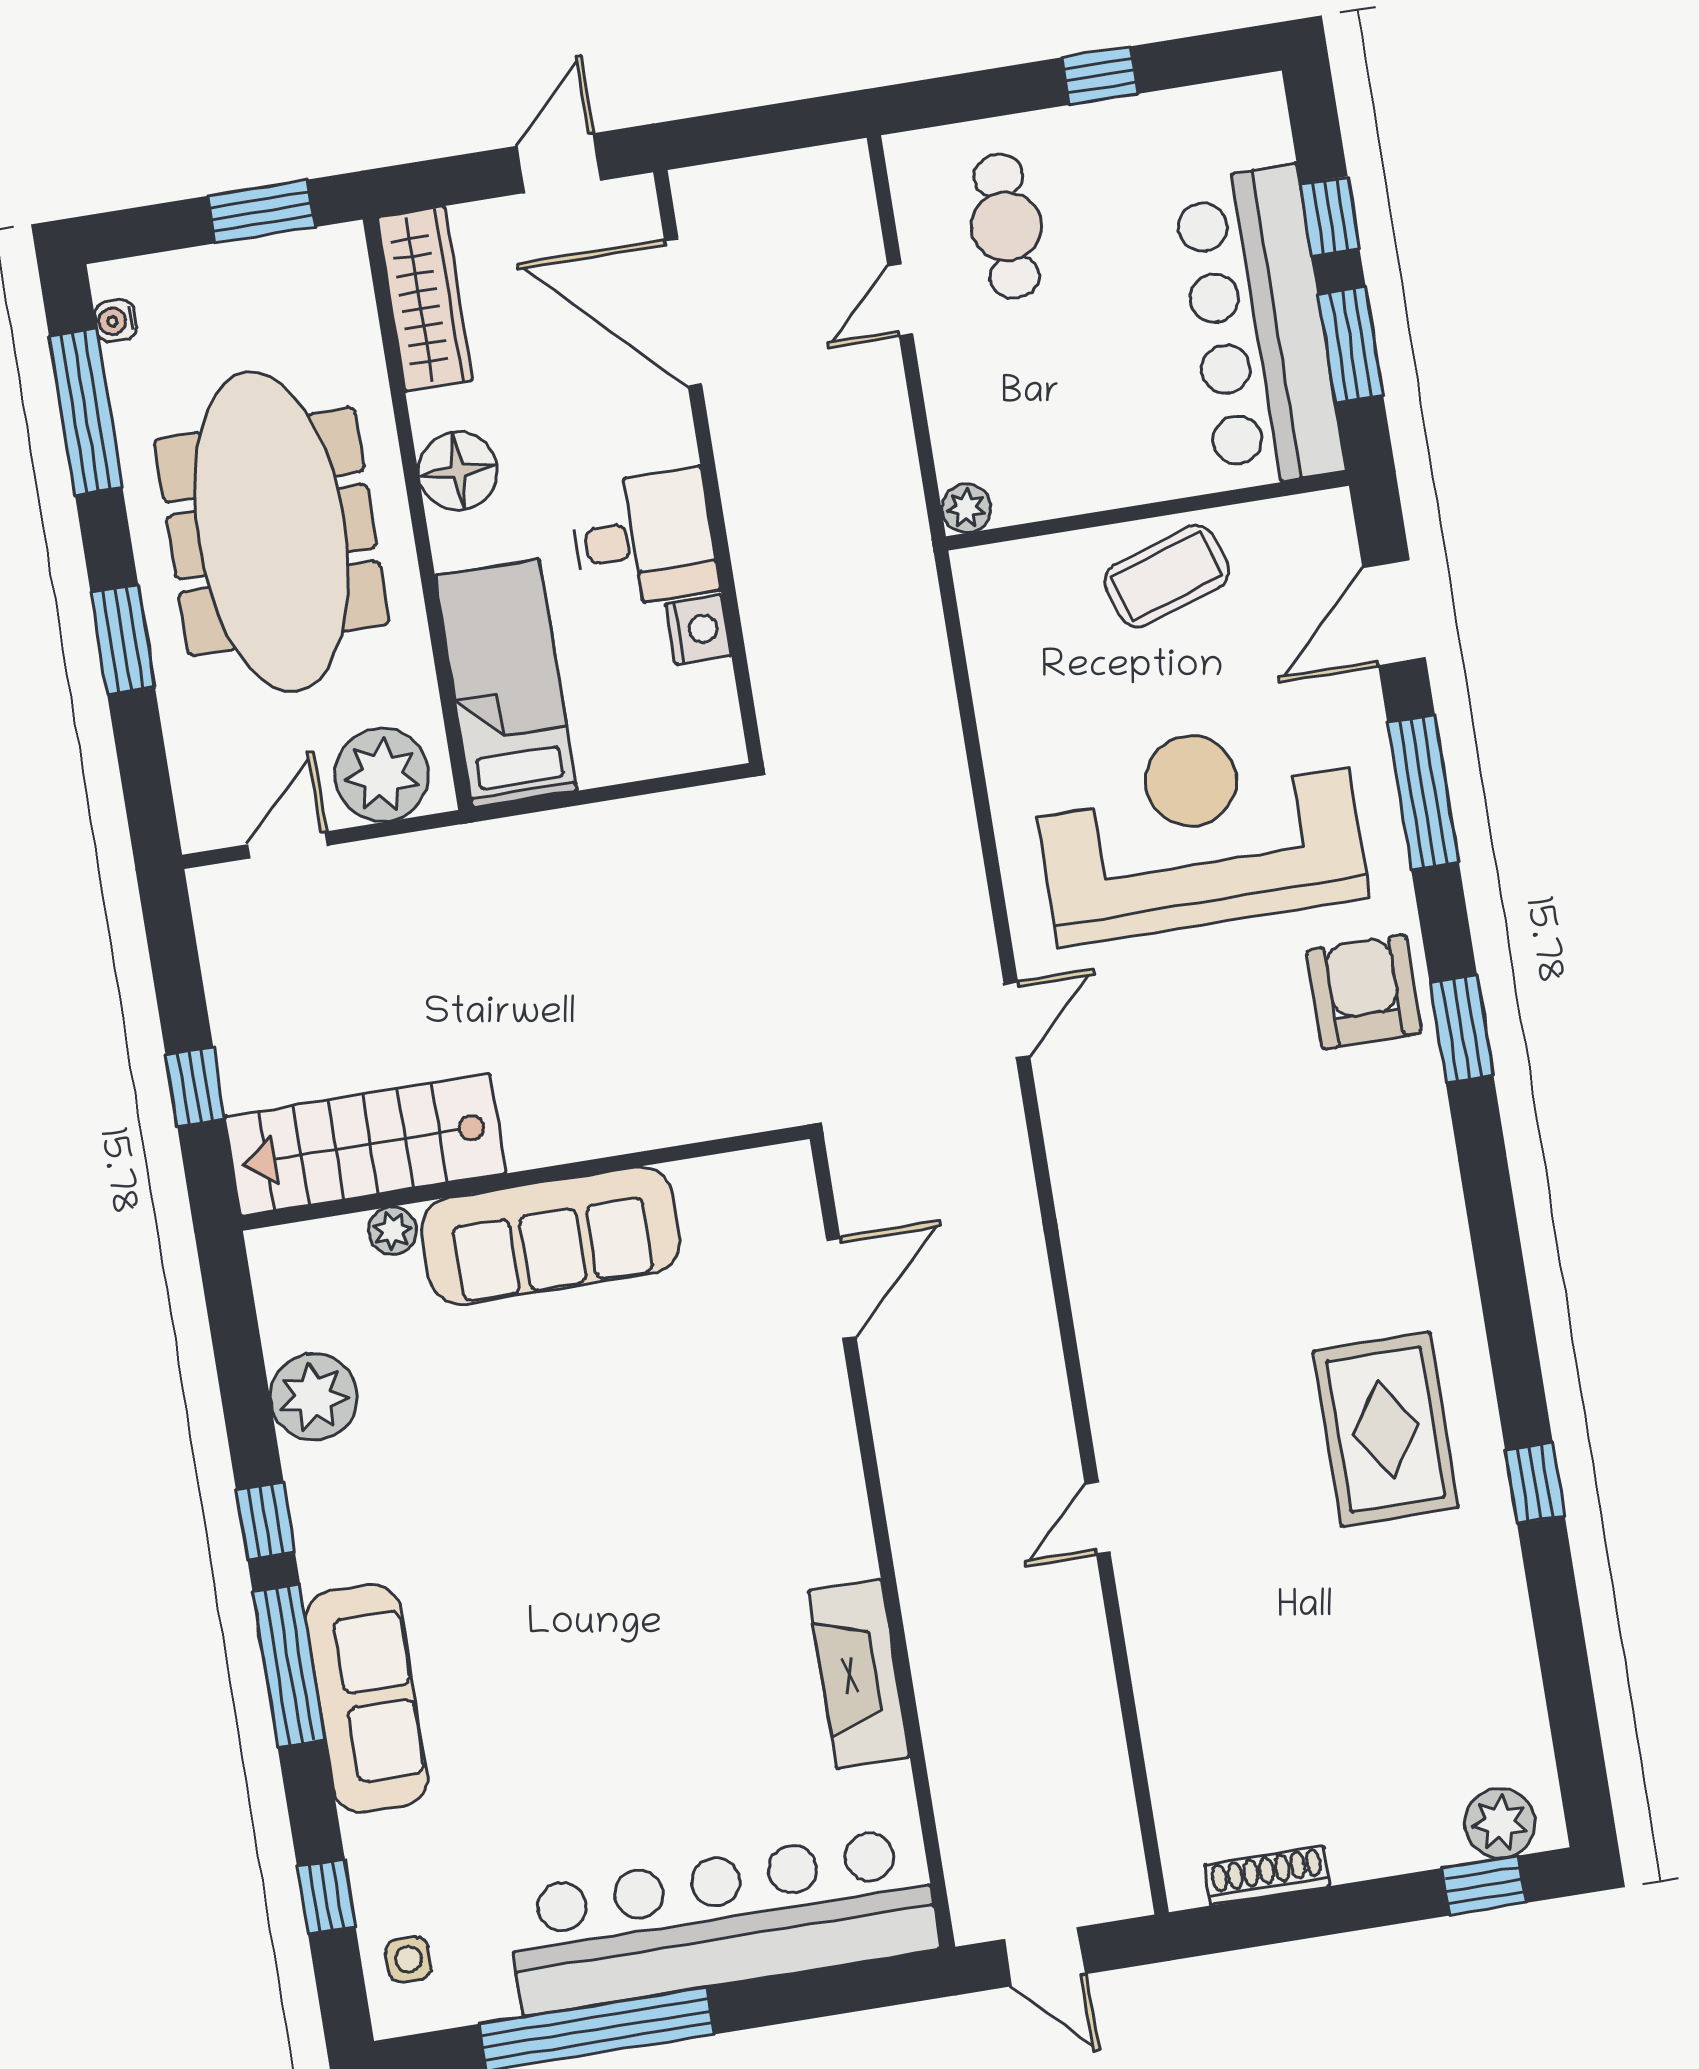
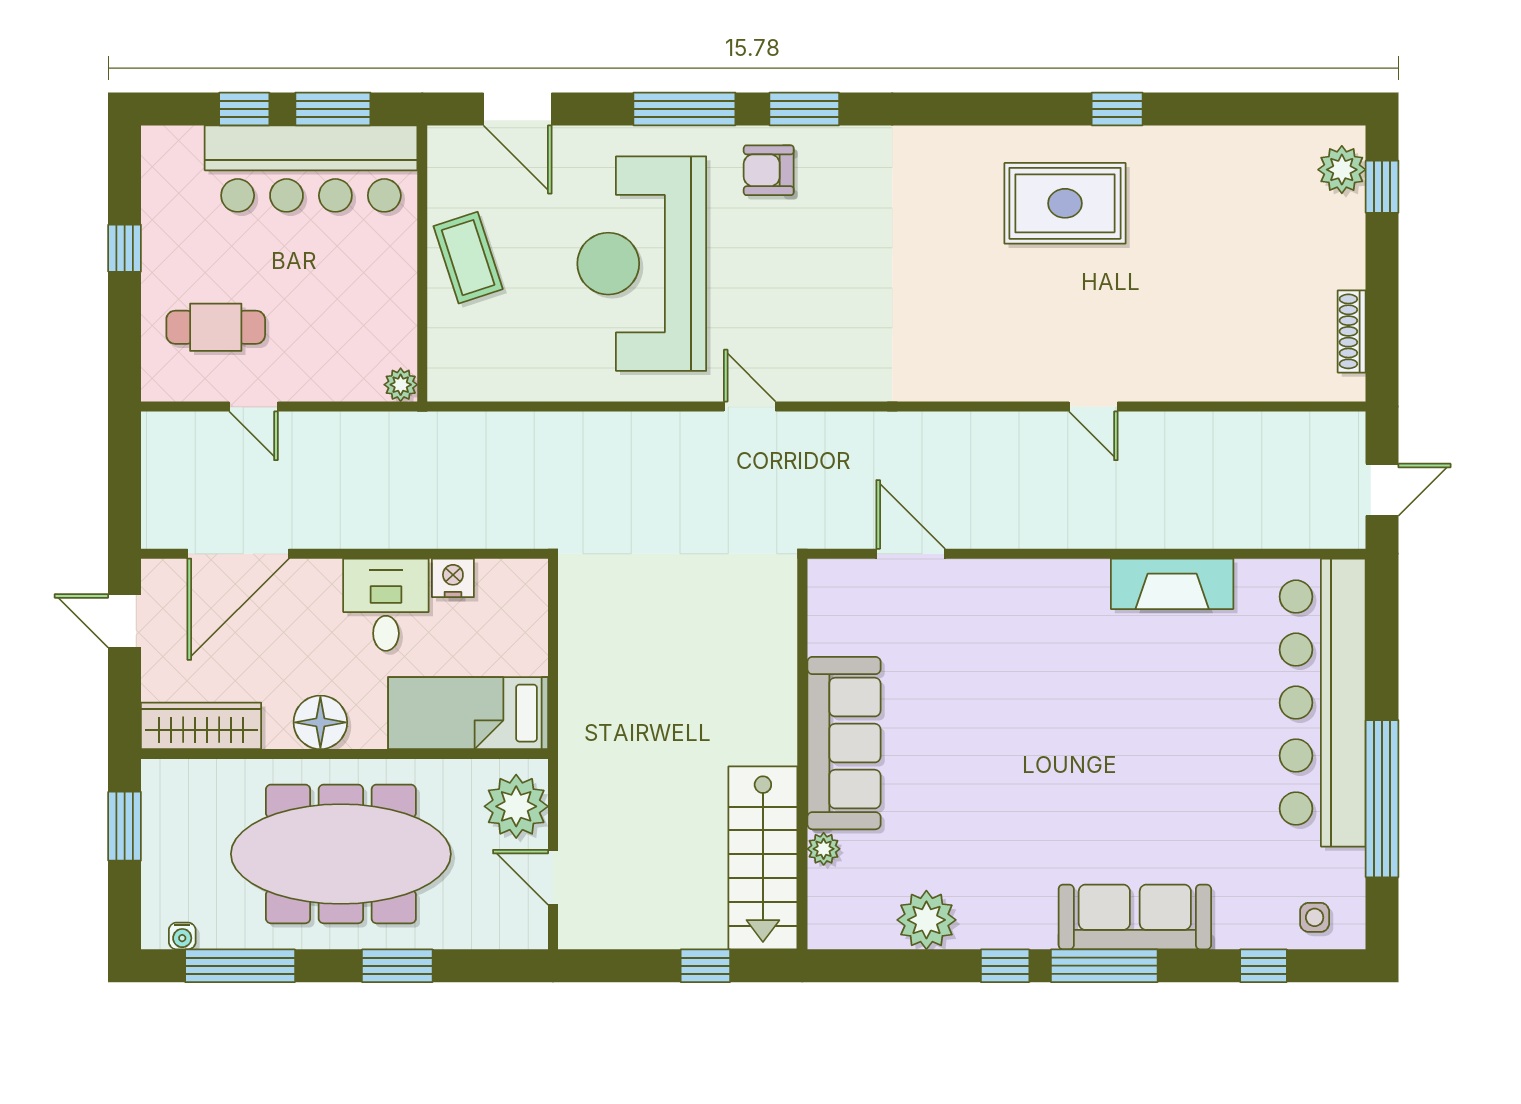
window: (1423, 793) -> (684, 109), moved
armchair: (1364, 992) -> (769, 170), width x0.72, depth x0.72

